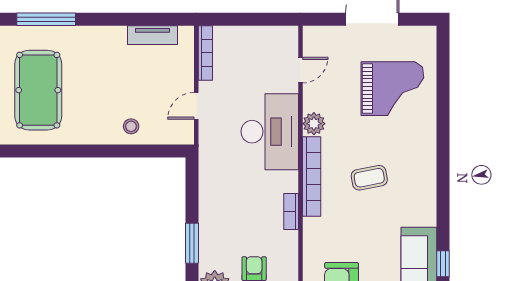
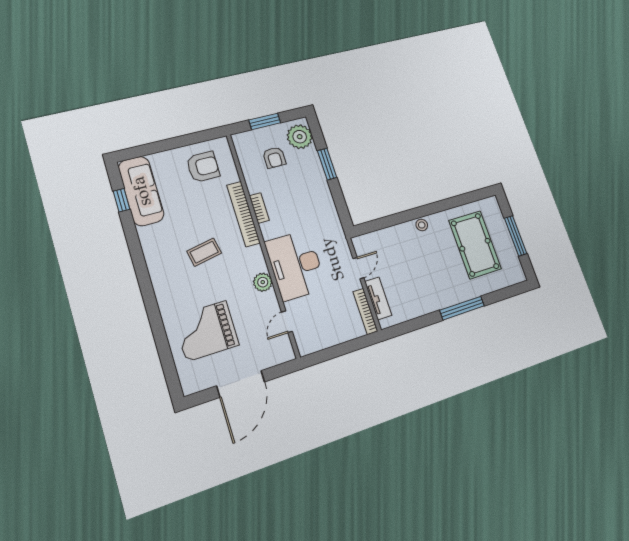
window: (46, 19) -> (462, 308), moved
tv unit: (153, 35) -> (378, 298), moved, turned 90
stool: (131, 126) -> (422, 225), moved
bookcase: (312, 176) -> (243, 214), moved

